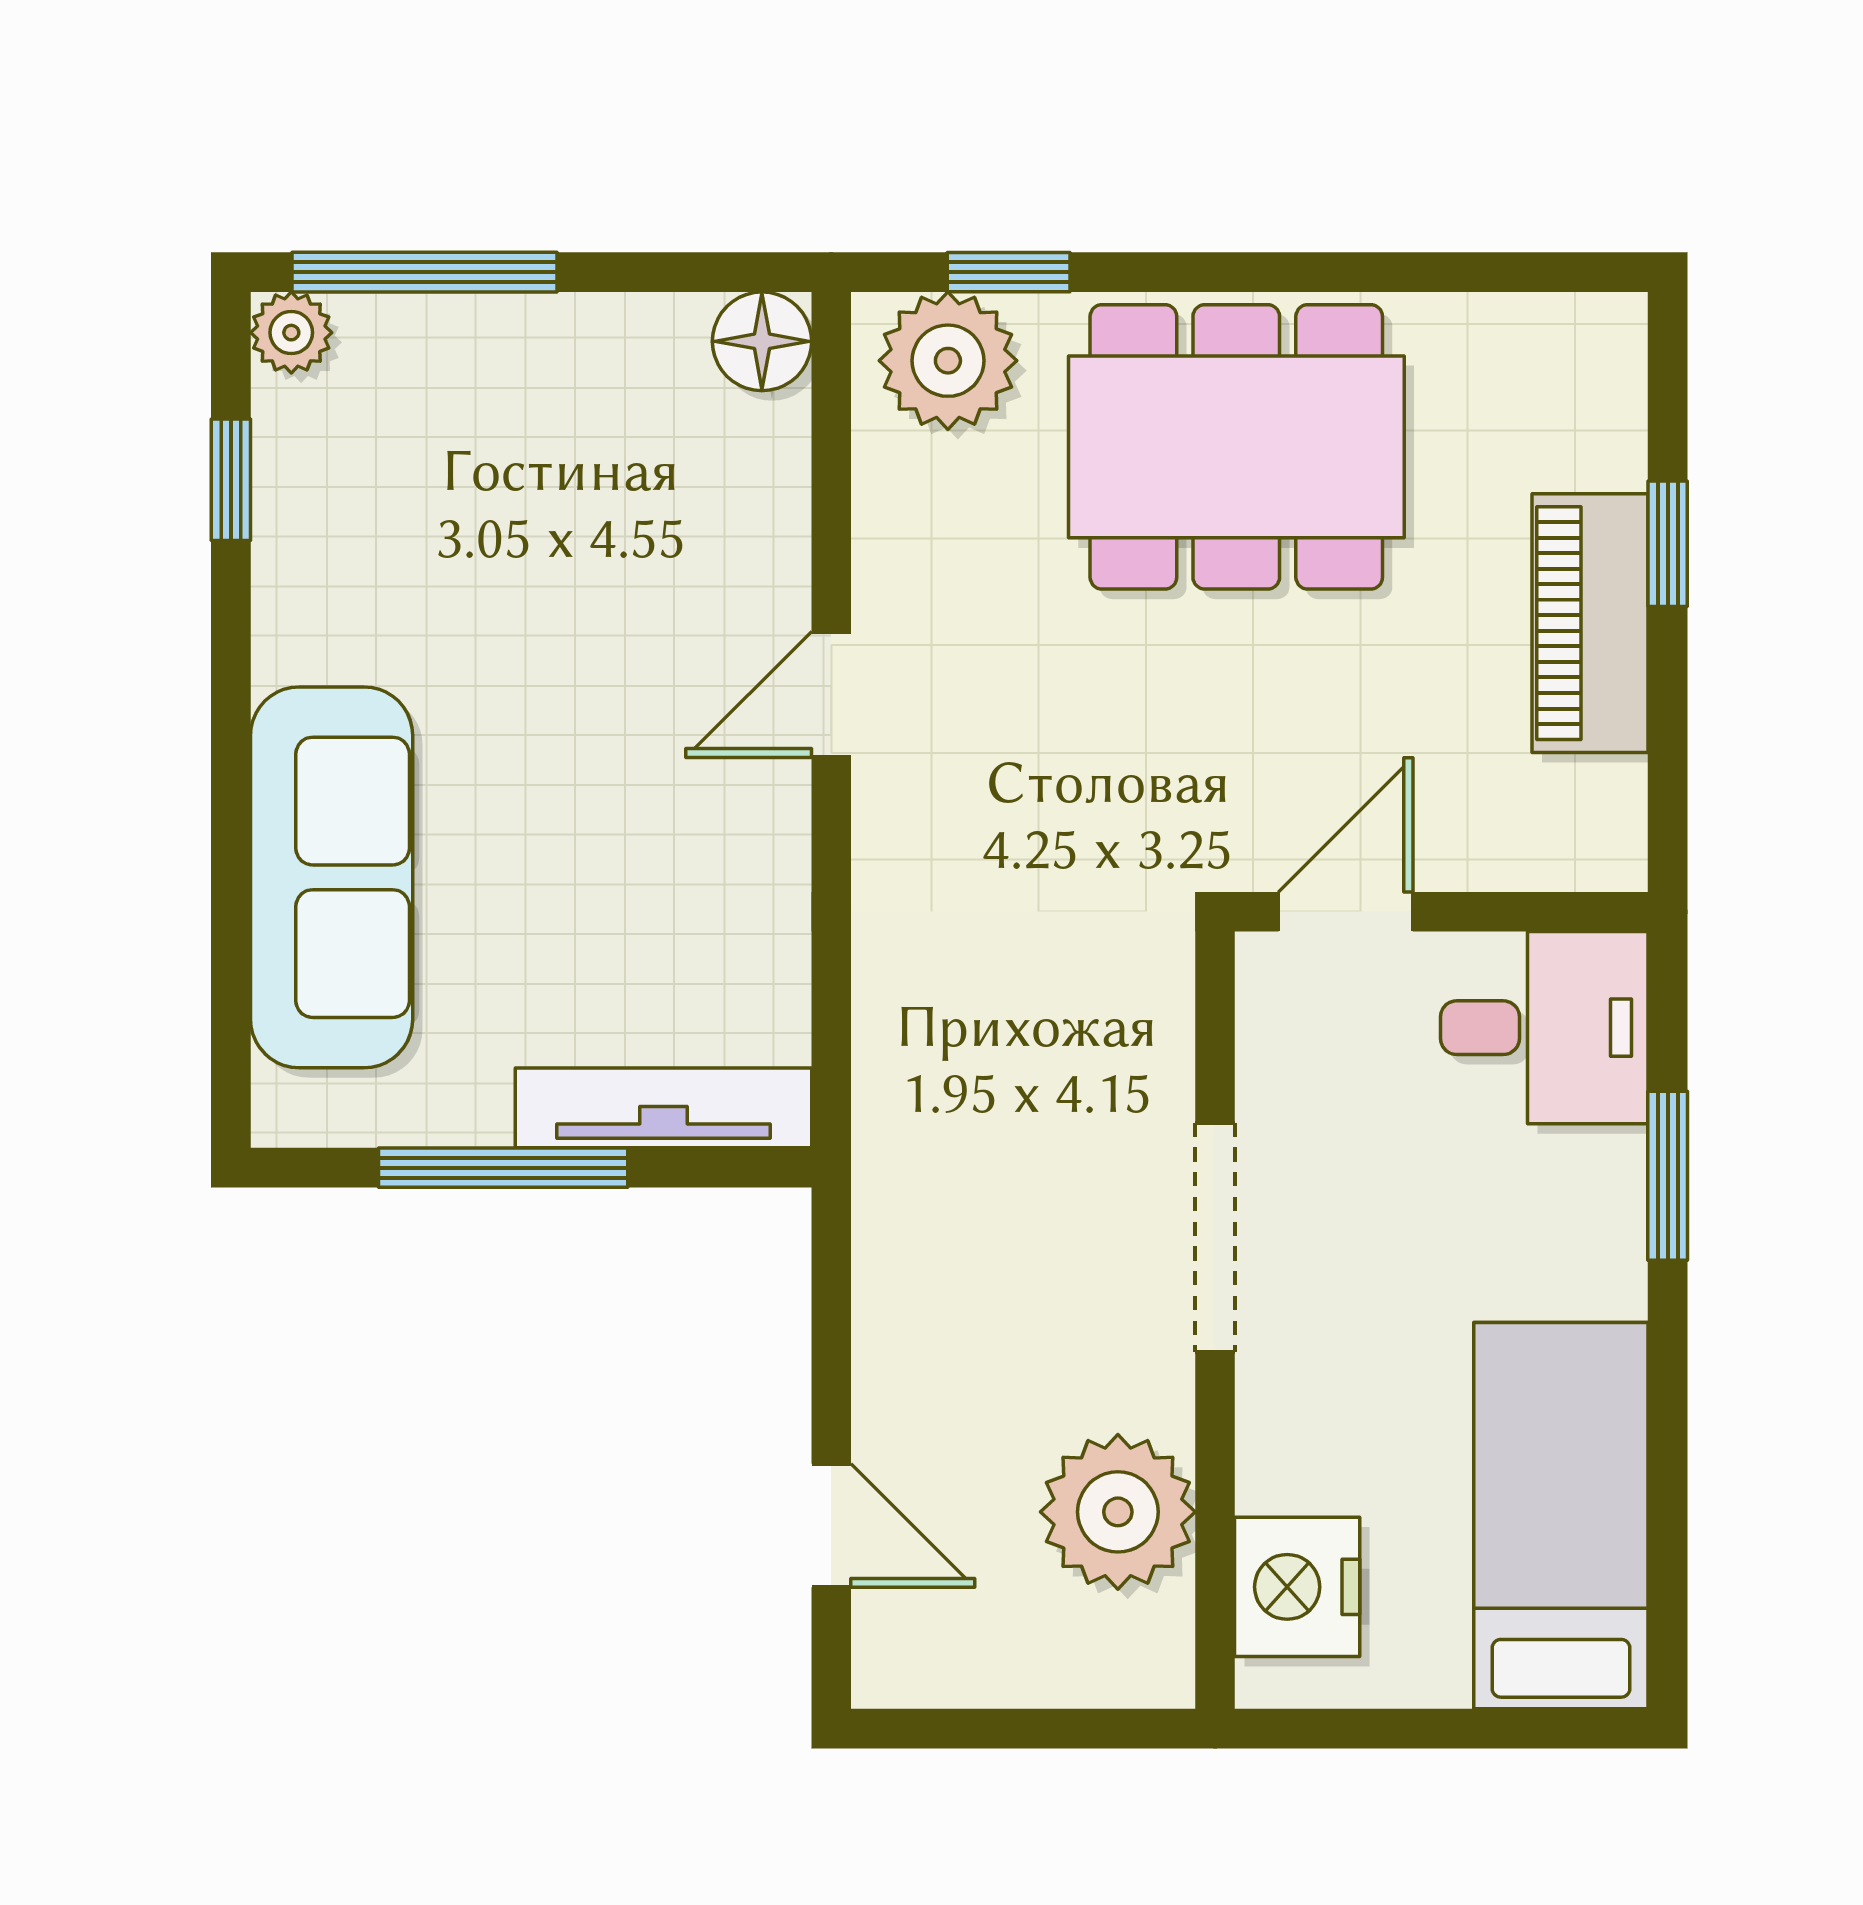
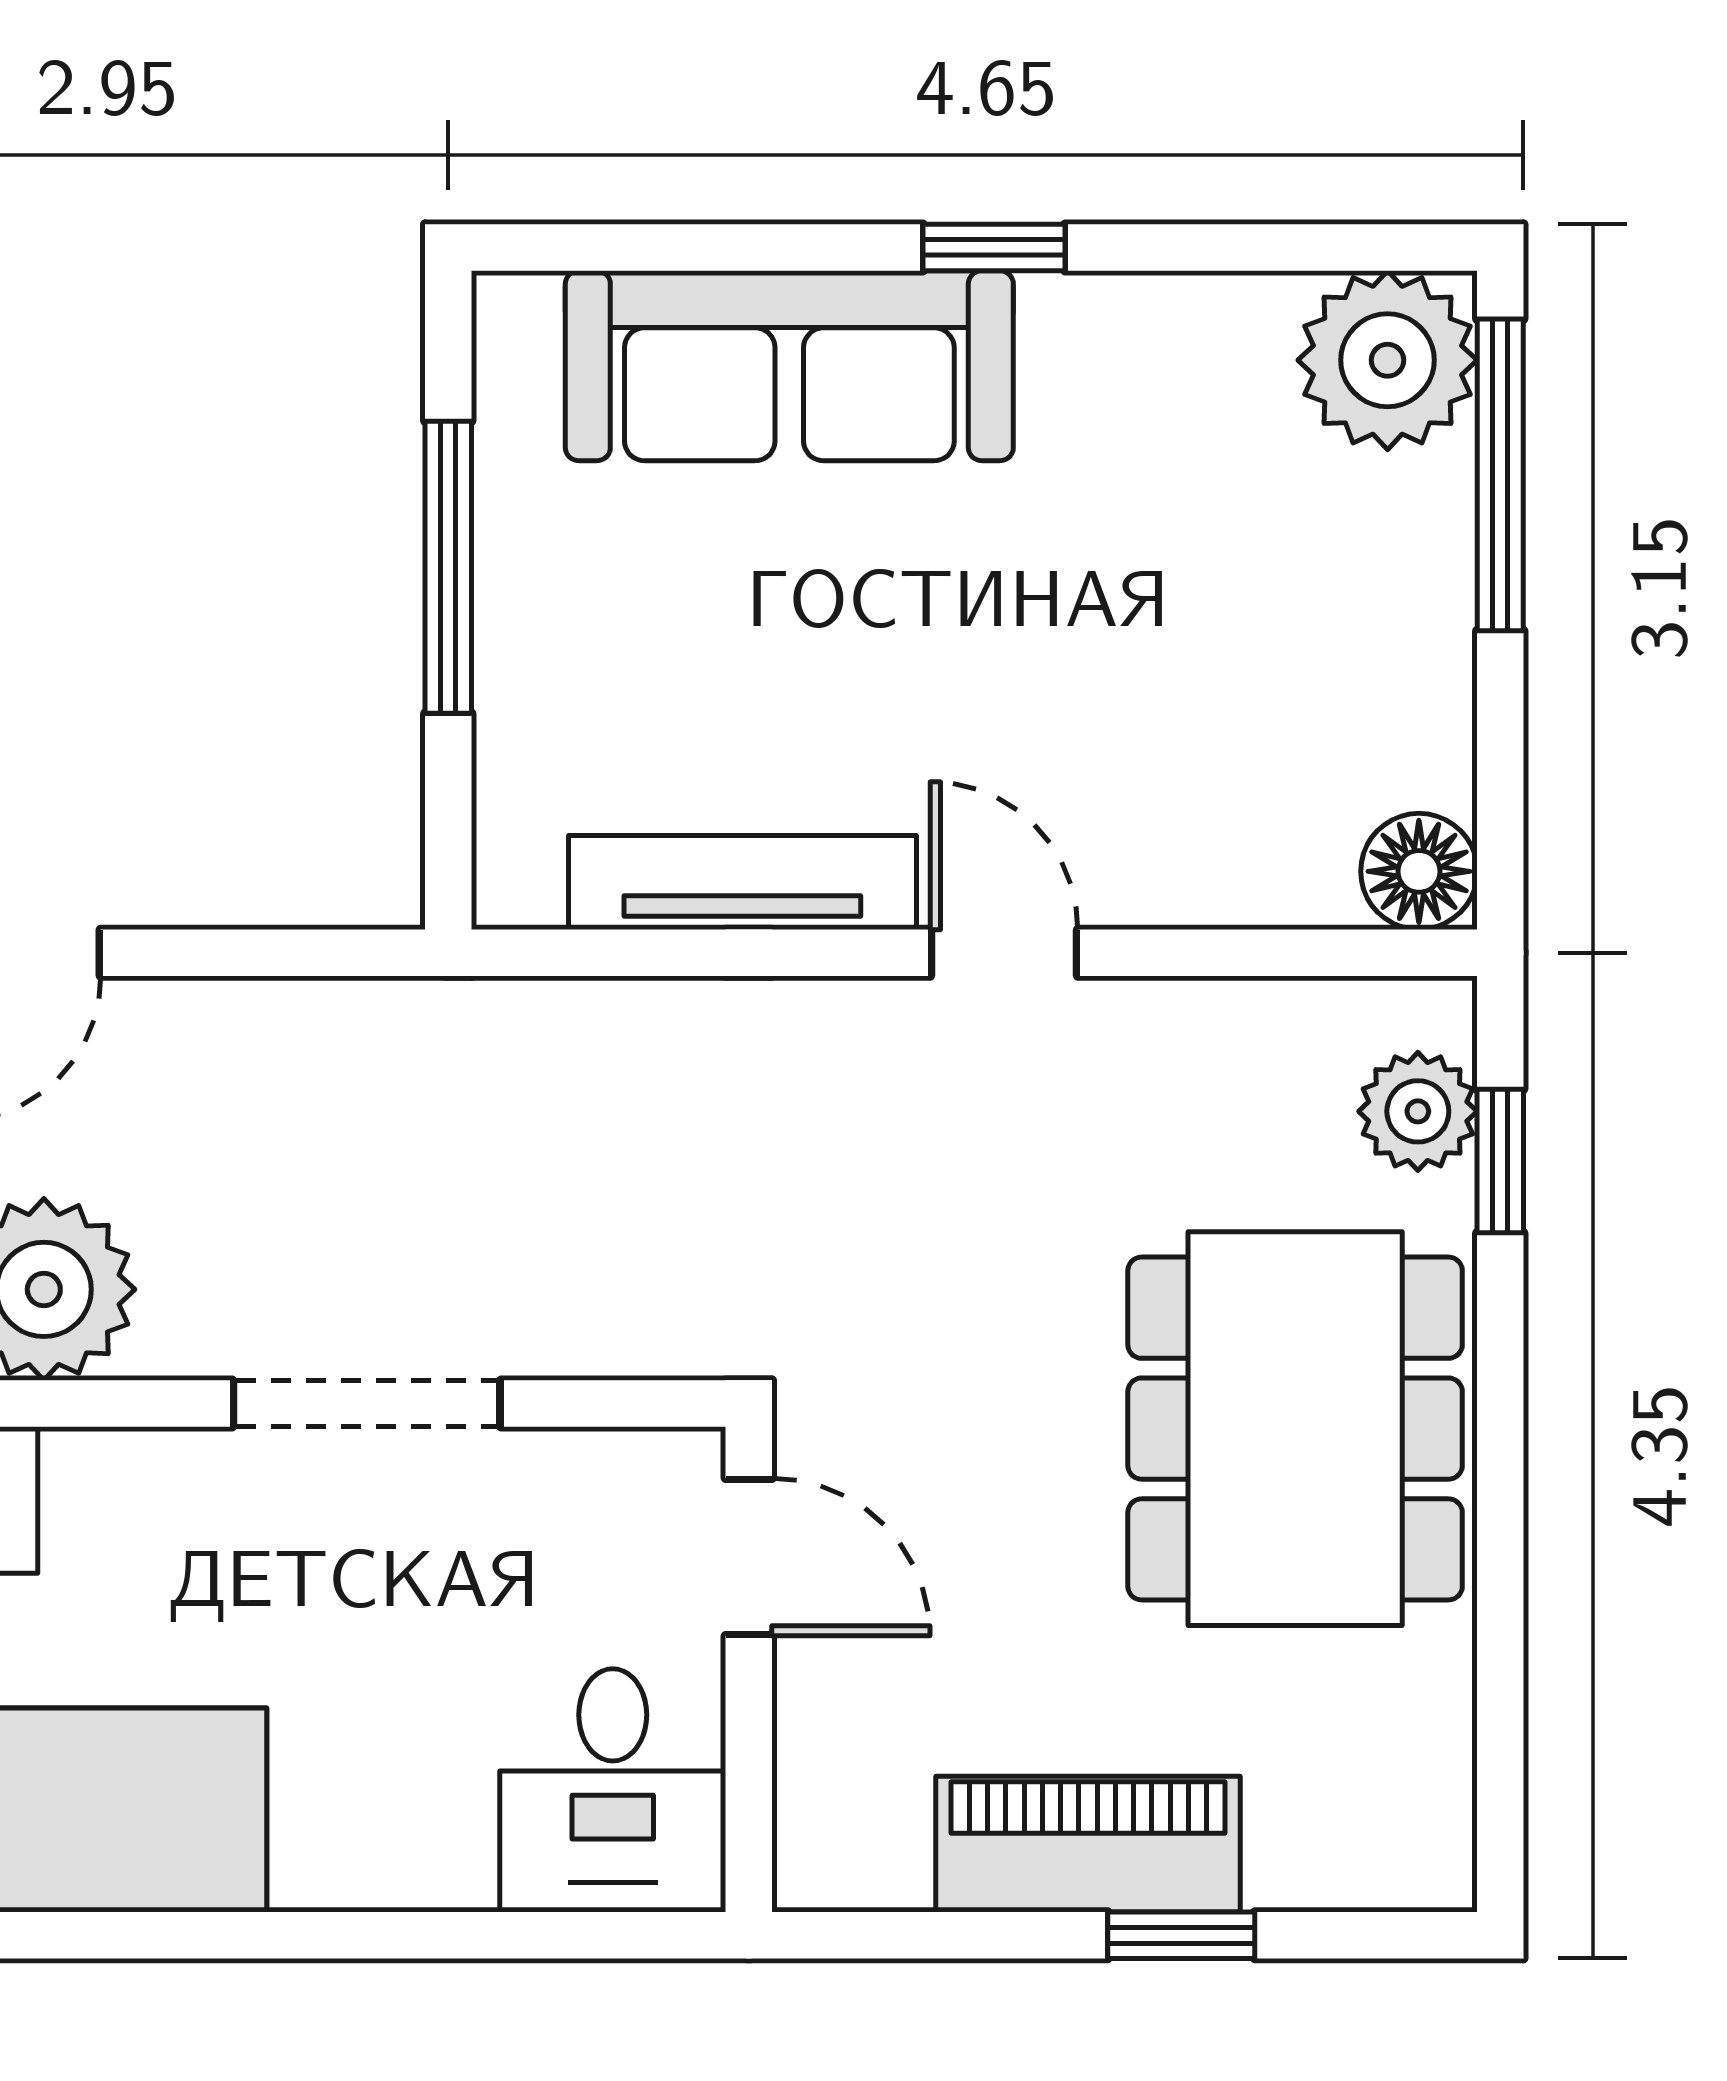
plant: (291, 333) -> (1388, 360), width x1.87, depth x1.87
plant: (948, 361) -> (1418, 1111), width x0.73, depth x0.73
window: (231, 480) -> (994, 247), moved
tv unit: (663, 1108) -> (742, 882), moved, turned -90
window: (1668, 1176) -> (439, 1935), removed

